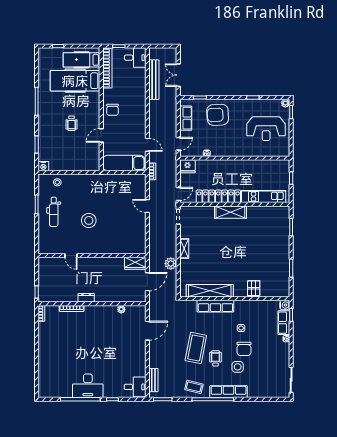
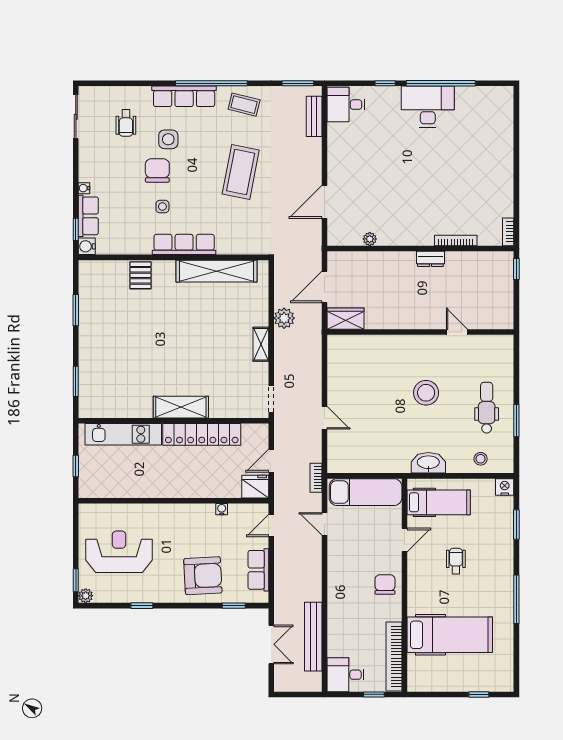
hospital bed: (82, 60) -> (439, 502), moved
washbasin: (87, 180) -> (428, 463), added
door: (178, 194) -> (271, 461), moved
row of seats: (215, 306) -> (184, 244), moved
wheelchair: (215, 358) -> (126, 123), moved

